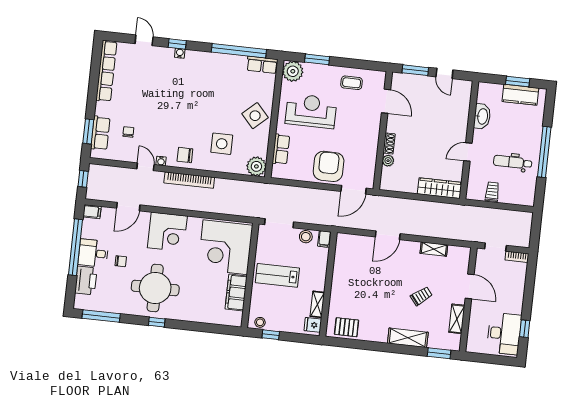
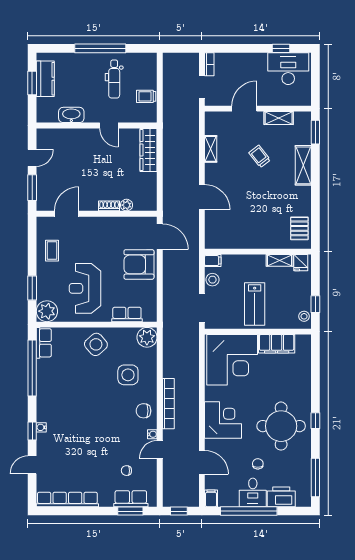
chair: (185, 155) -> (144, 411), turned 90

